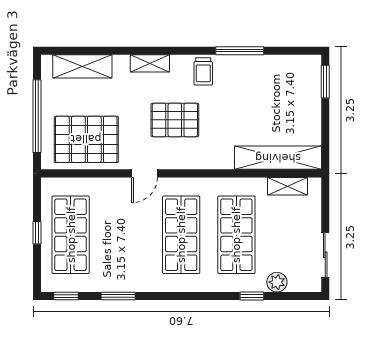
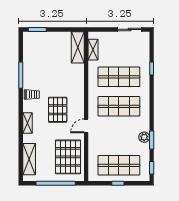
shelving: (278, 158) -> (78, 47), width x0.68
door: (145, 173) -> (86, 126), swing flipped
plant: (277, 282) -> (144, 137), moved

